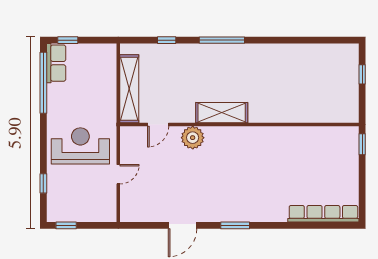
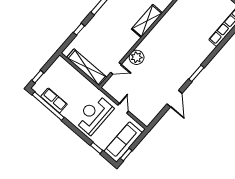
row of seats: (56, 63) -> (54, 100), moved
shelving: (222, 113) -> (147, 21), moved
door: (158, 125) -> (116, 68), hinge flipped
sofa: (78, 209) -> (123, 142), added

